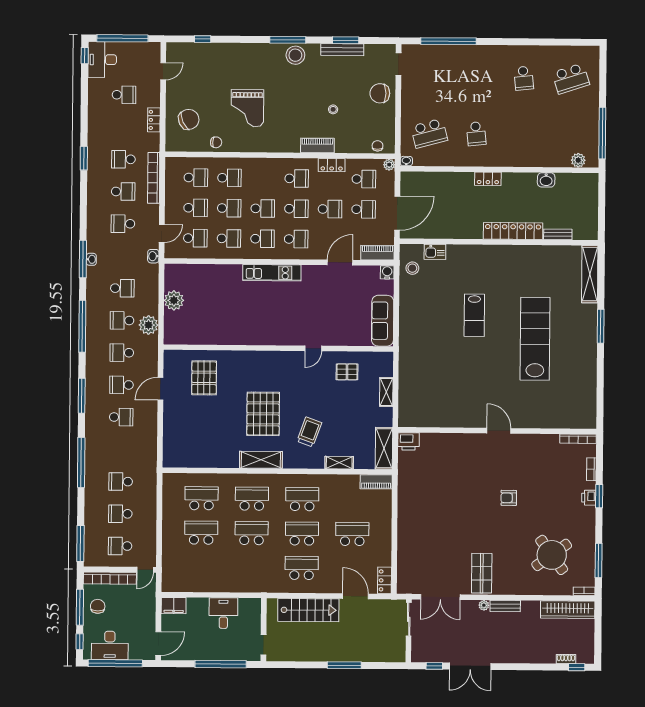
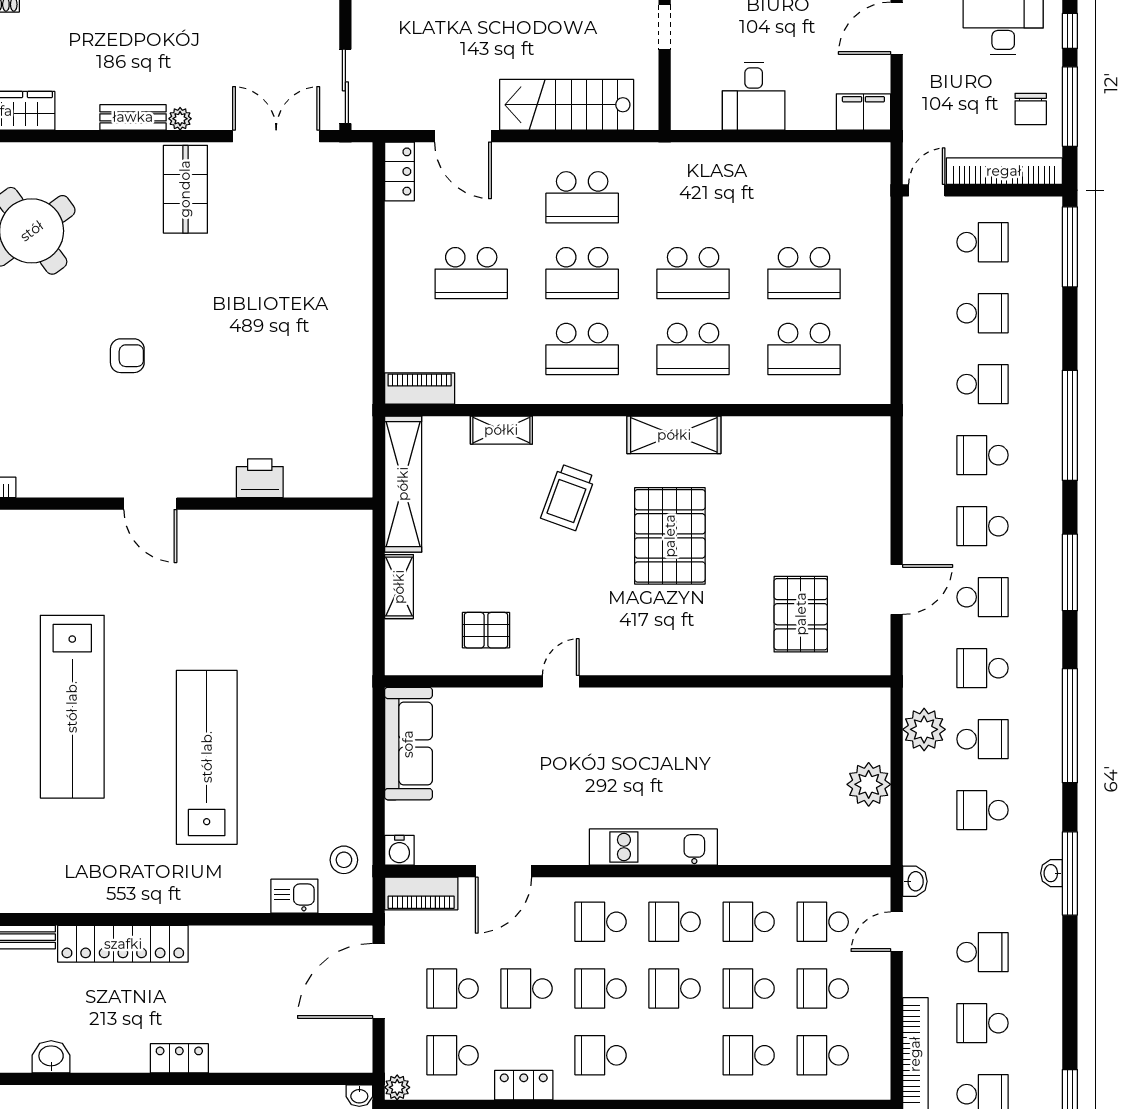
lab bench: (474, 315) -> (207, 757), width x1.86, depth x1.39
school desk: (122, 353) -> (982, 668), turned 180
printer: (409, 441) -> (260, 478), moved
shelving: (384, 448) -> (403, 484), width x1.47
school desk: (121, 449) -> (982, 455), added

